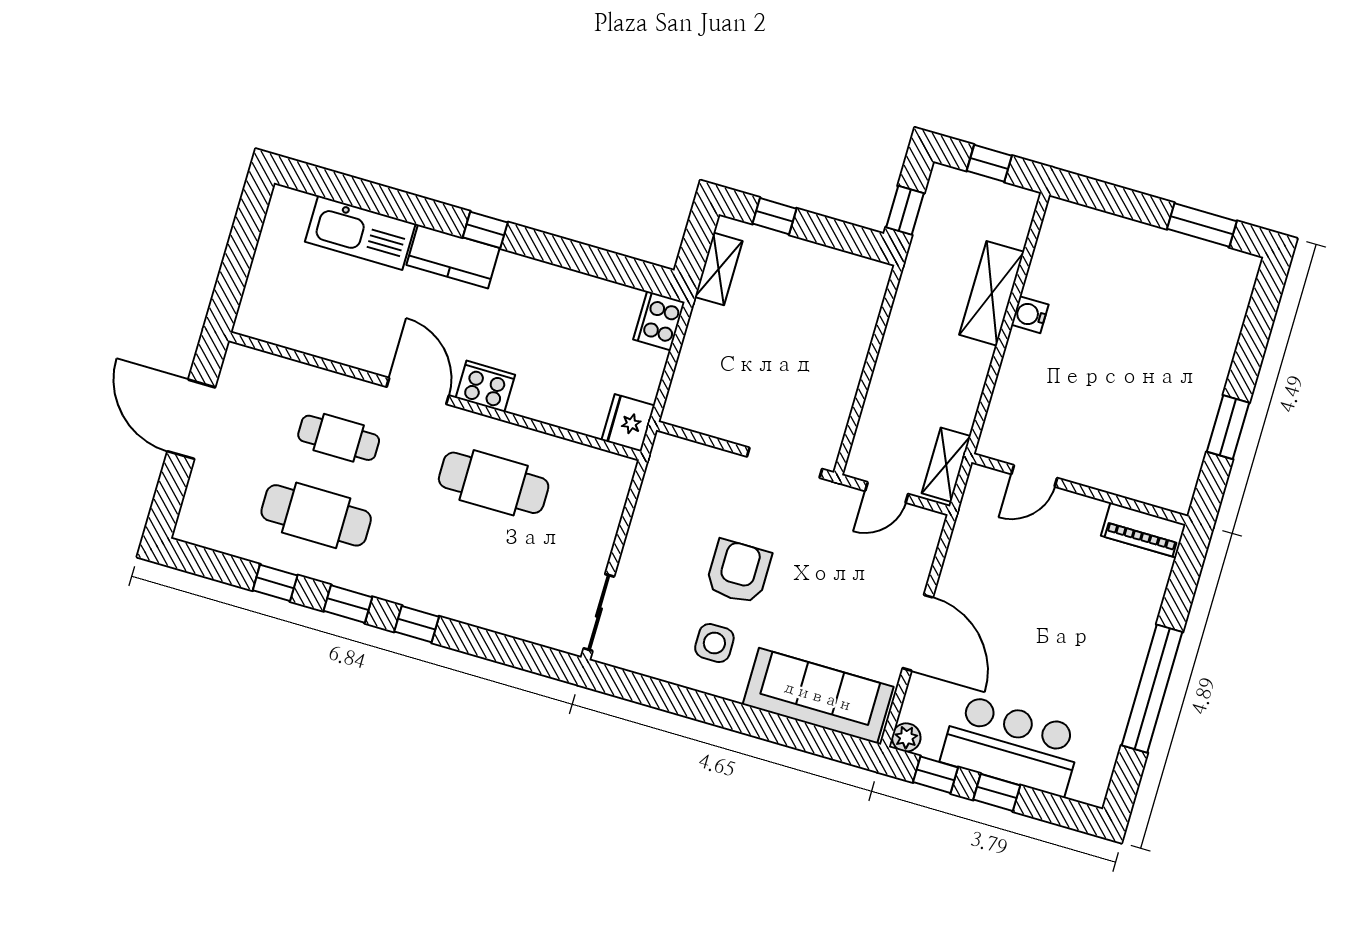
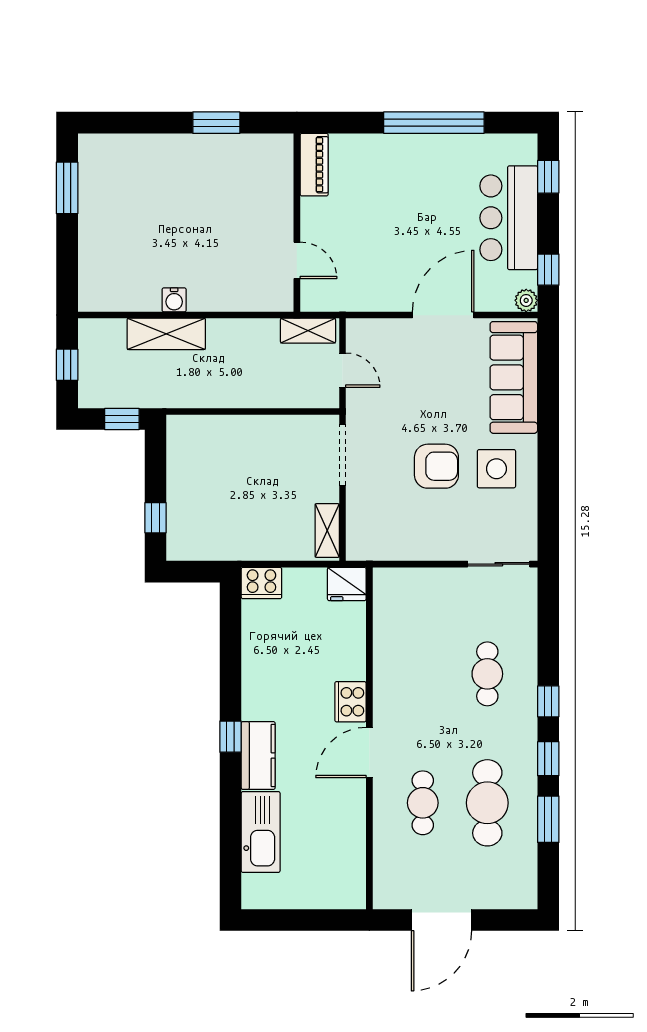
shelving: (719, 269) -> (327, 531), moved, turned 90
cafe table: (494, 483) -> (487, 674), moved, width x0.73, depth x0.74
armchair: (738, 572) -> (436, 466), turned 180
window: (275, 583) -> (548, 819), width x1.50
side table: (714, 643) -> (496, 469), width x1.37, depth x1.37
window: (997, 793) -> (548, 177), moved

